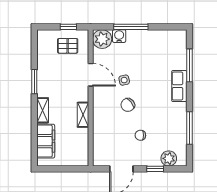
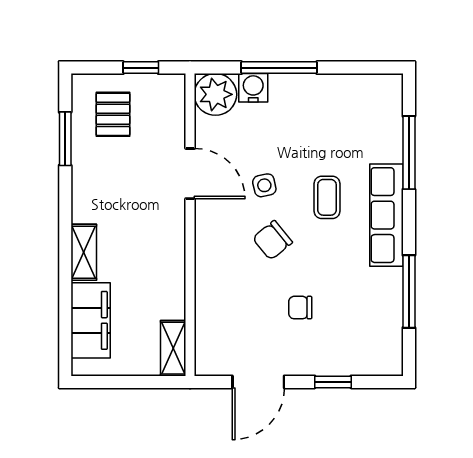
pallet: (68, 46) -> (113, 114), moved, turned 90
window: (34, 82) -> (65, 139), moved
coffee table: (152, 86) -> (327, 197), added
row of seats: (179, 86) -> (386, 215), width x1.48
shelving: (83, 115) -> (173, 348), moved
plant: (169, 158) -> (363, 359), removed

